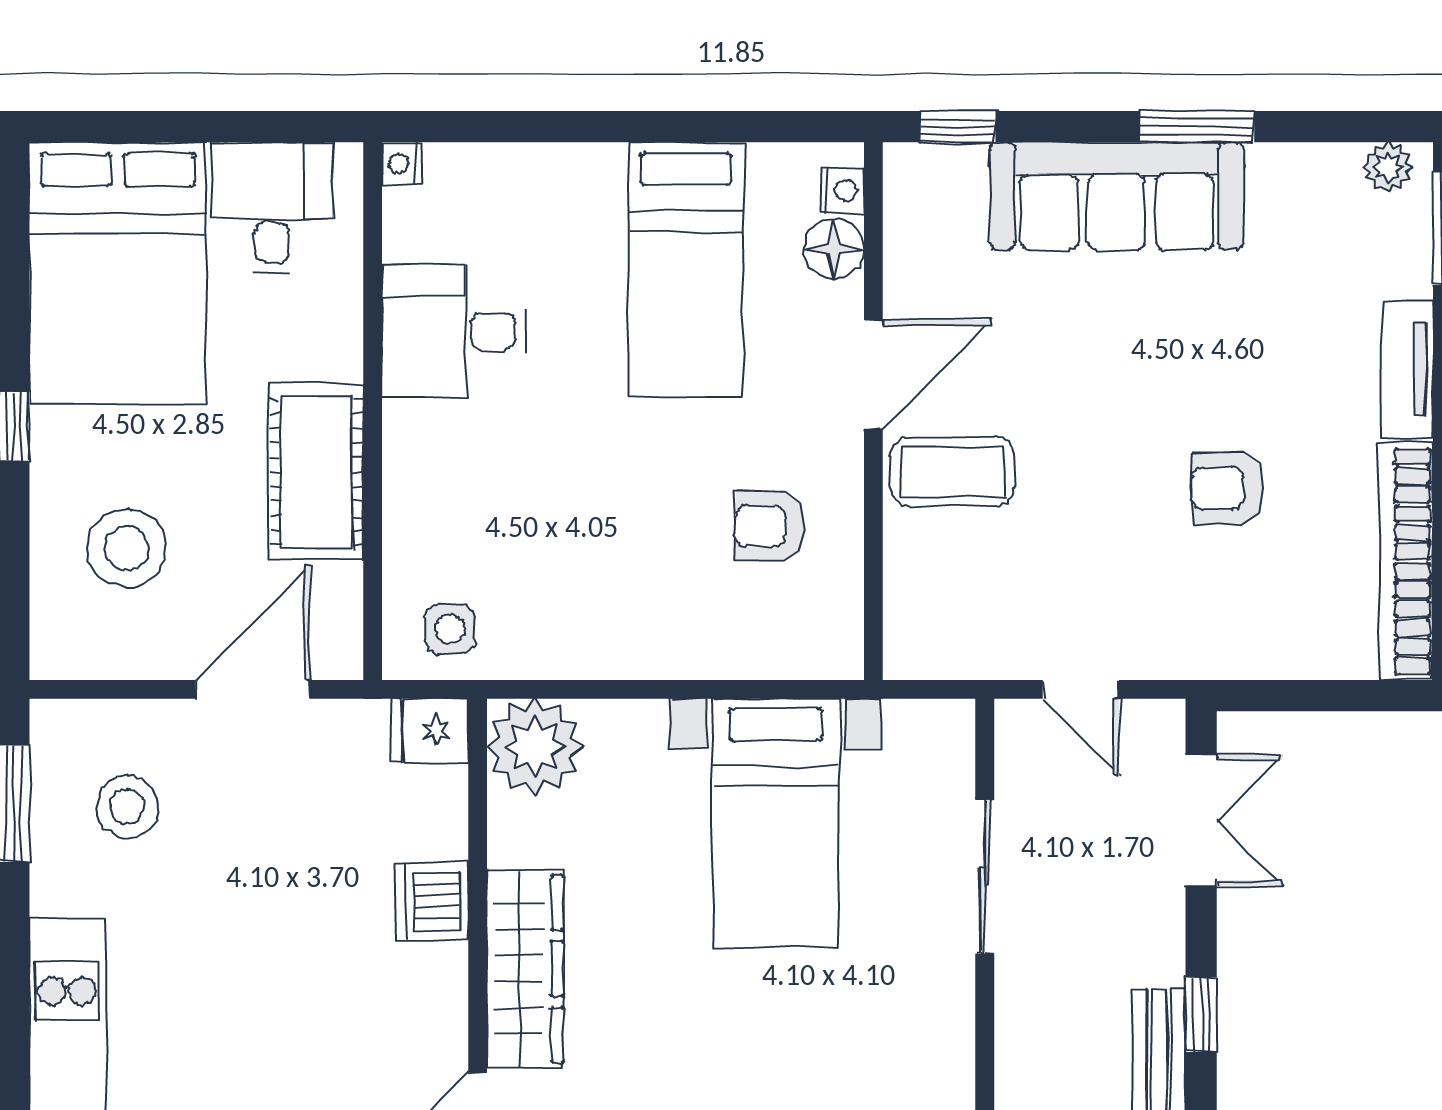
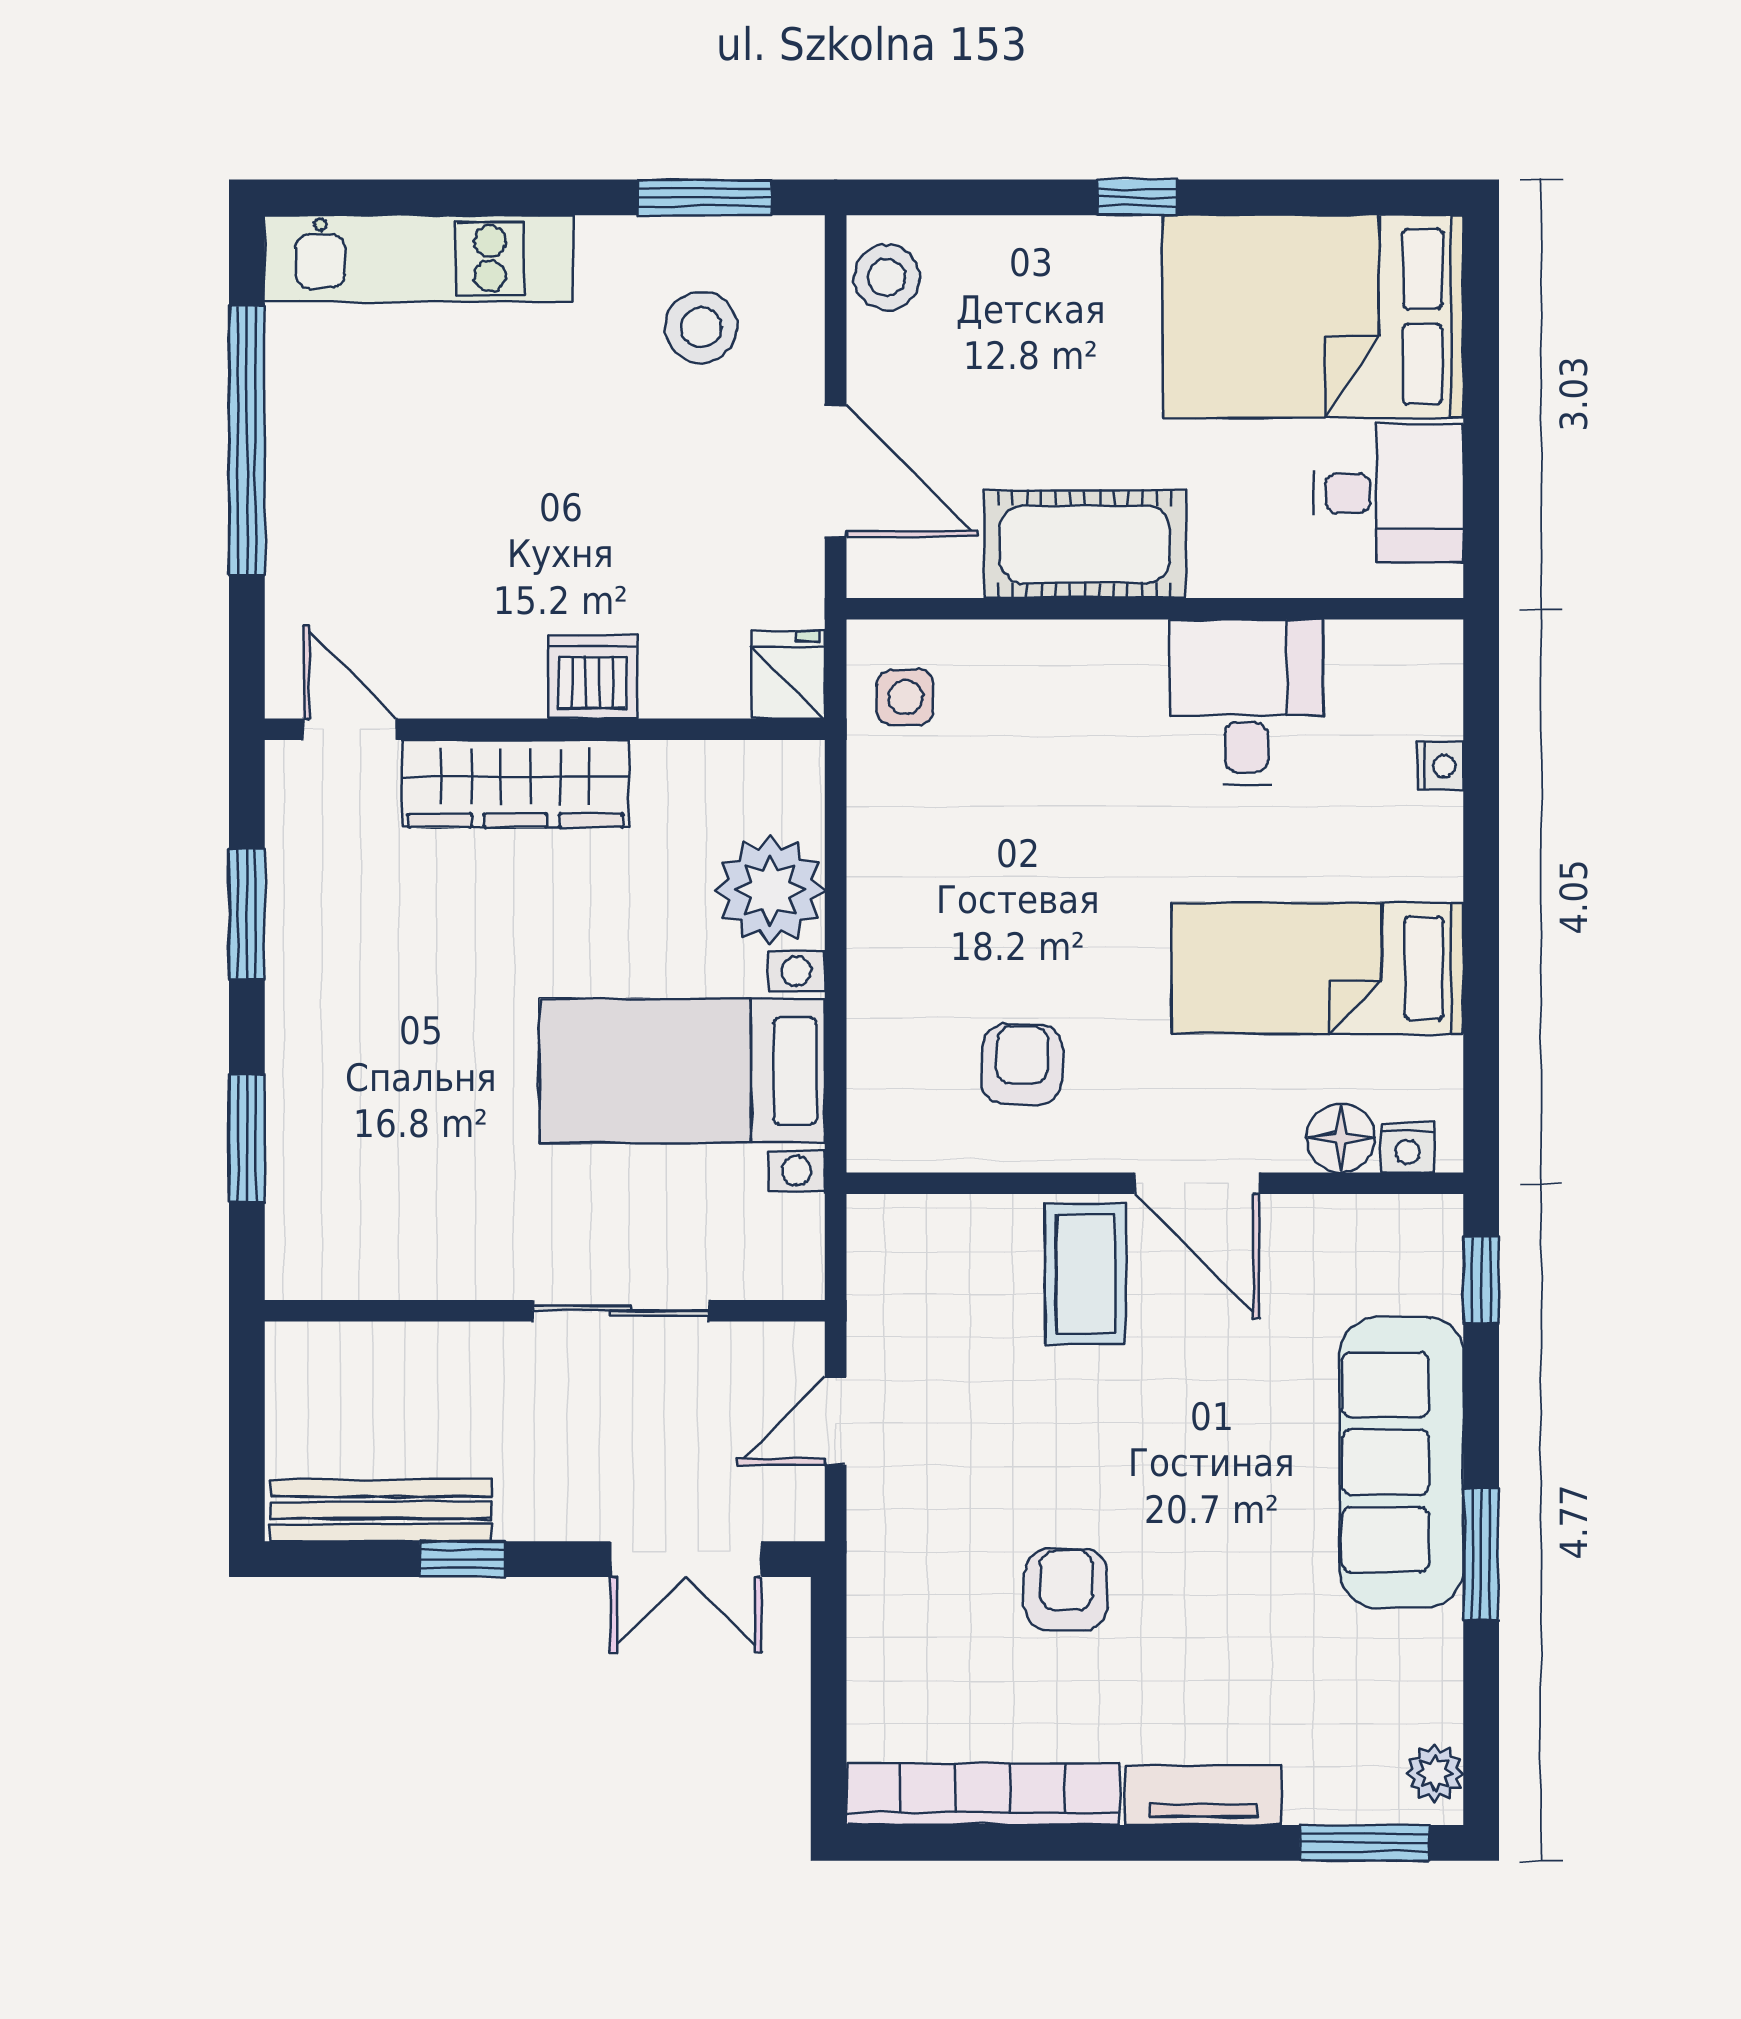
nightstand: (402, 163) -> (1440, 766), moved, turned 90
stool: (127, 548) -> (887, 277), moved, width x0.73, depth x0.73
plant: (535, 747) -> (770, 890), moved

